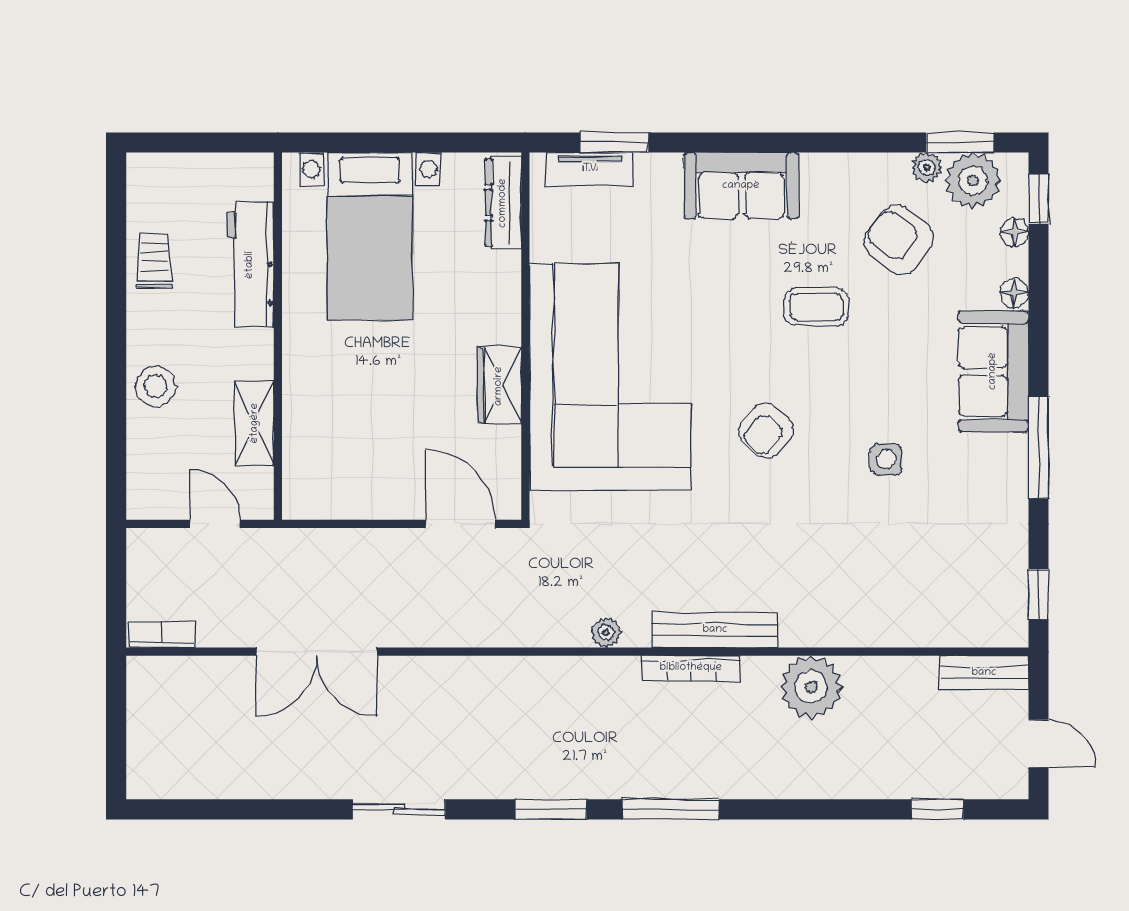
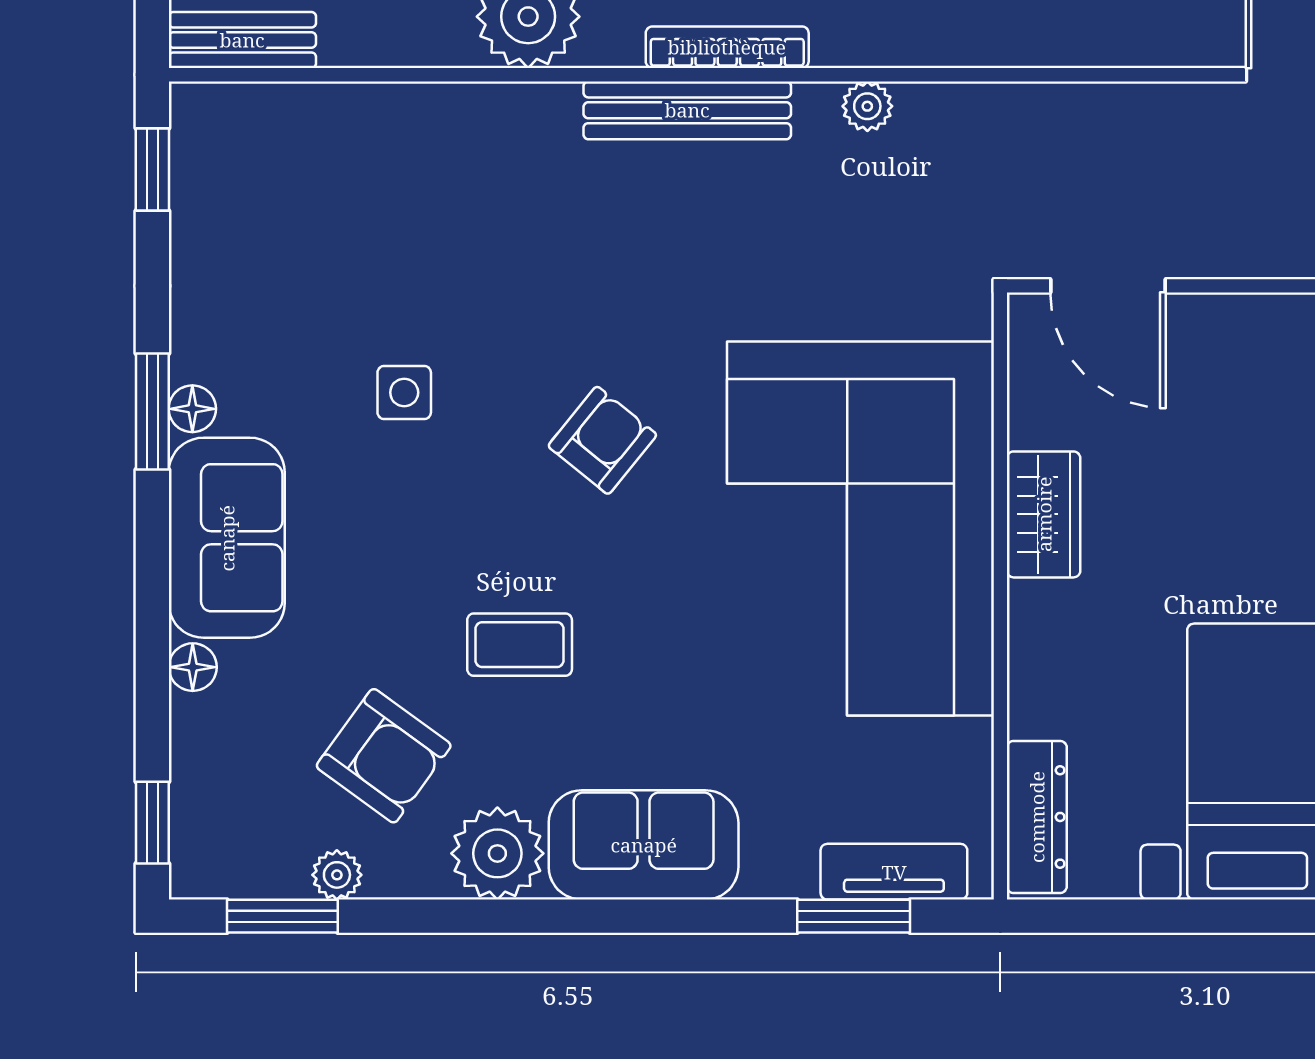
plant: (973, 180) -> (497, 853), moved
floor lamp: (1014, 232) -> (192, 409), moved
window: (1038, 448) -> (152, 412), width x0.69

